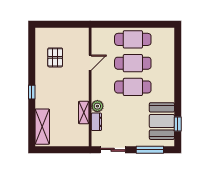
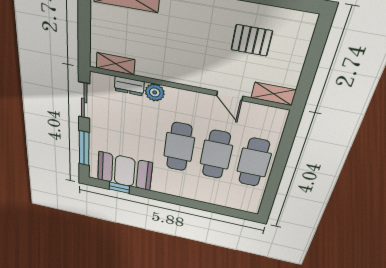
shelving: (84, 39) -> (273, 94), added
shelving: (84, 113) -> (116, 64), moved

